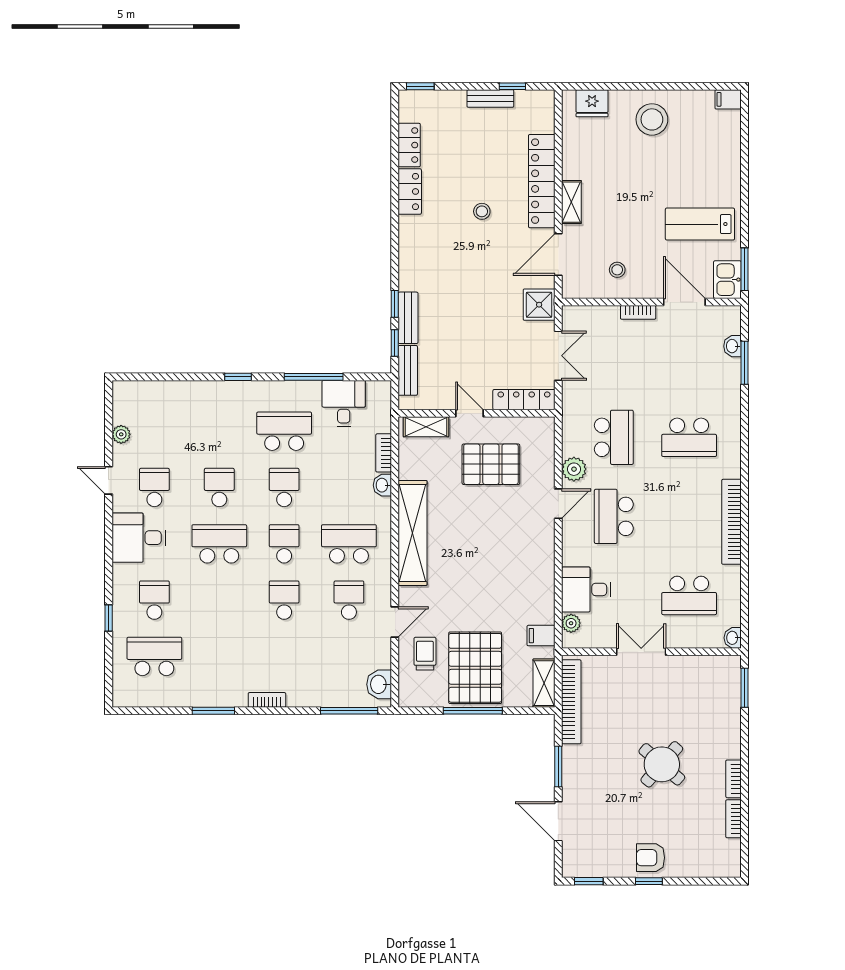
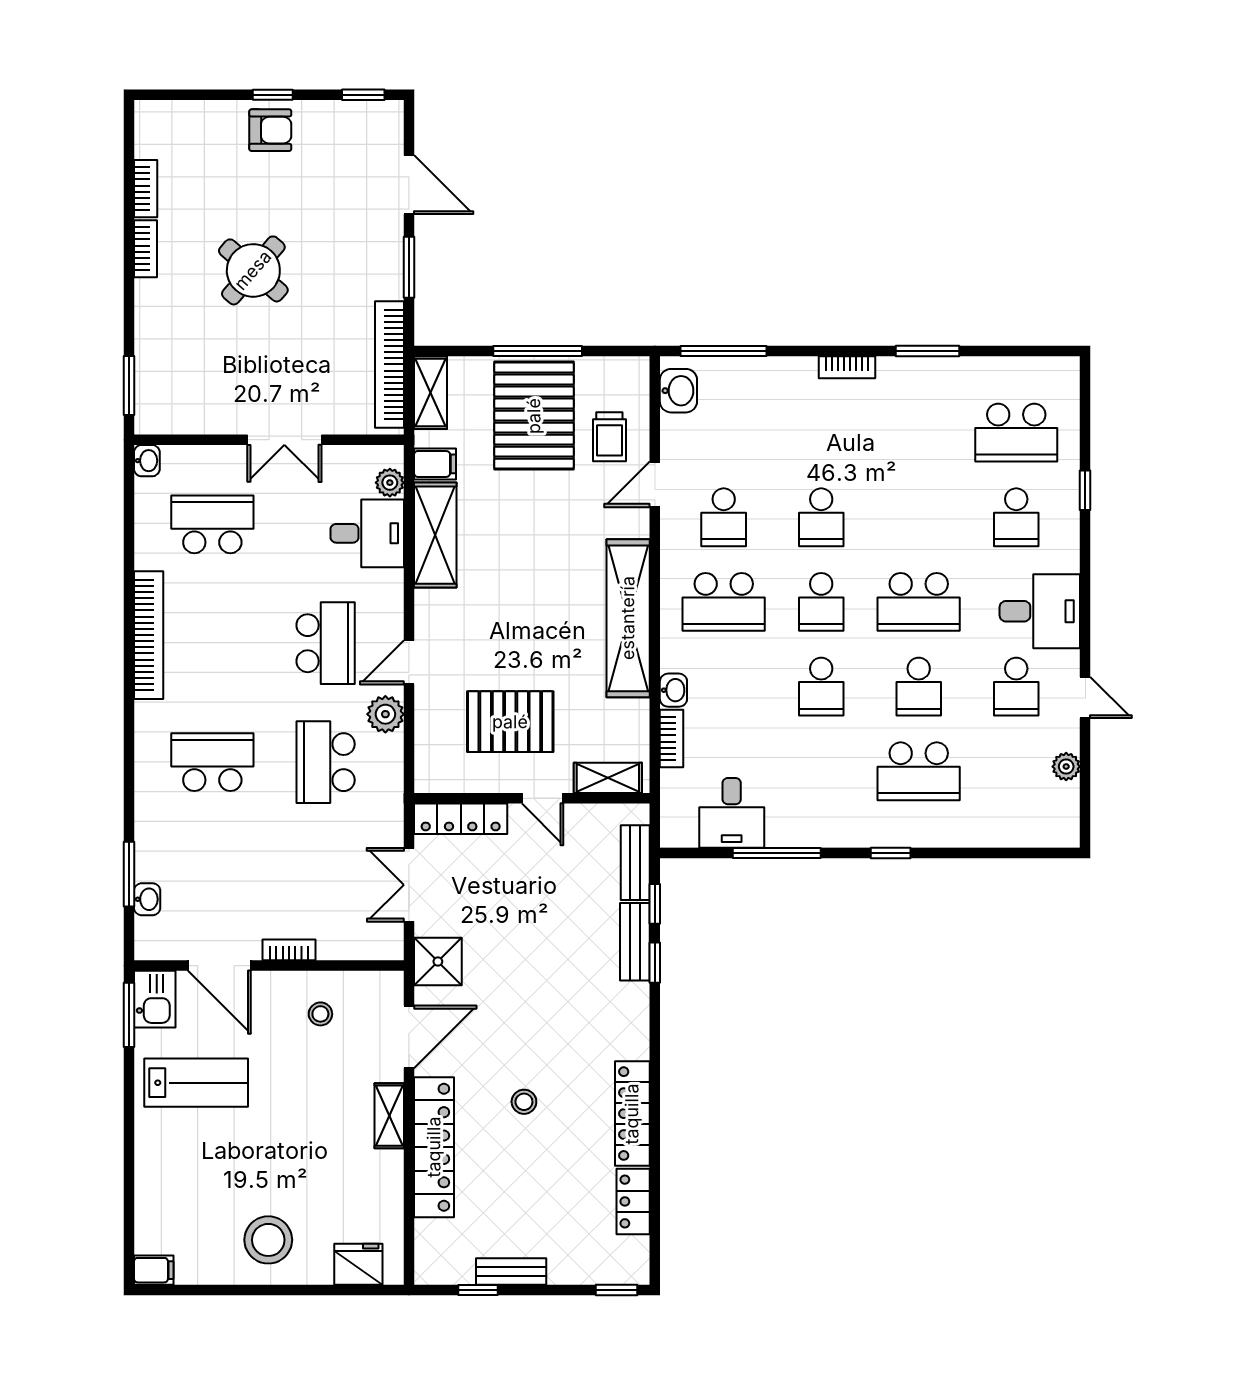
locker: (410, 191) -> (632, 1114), width x1.53
school desk: (284, 431) -> (919, 771), moved
shelving: (541, 588) -> (435, 535), added

